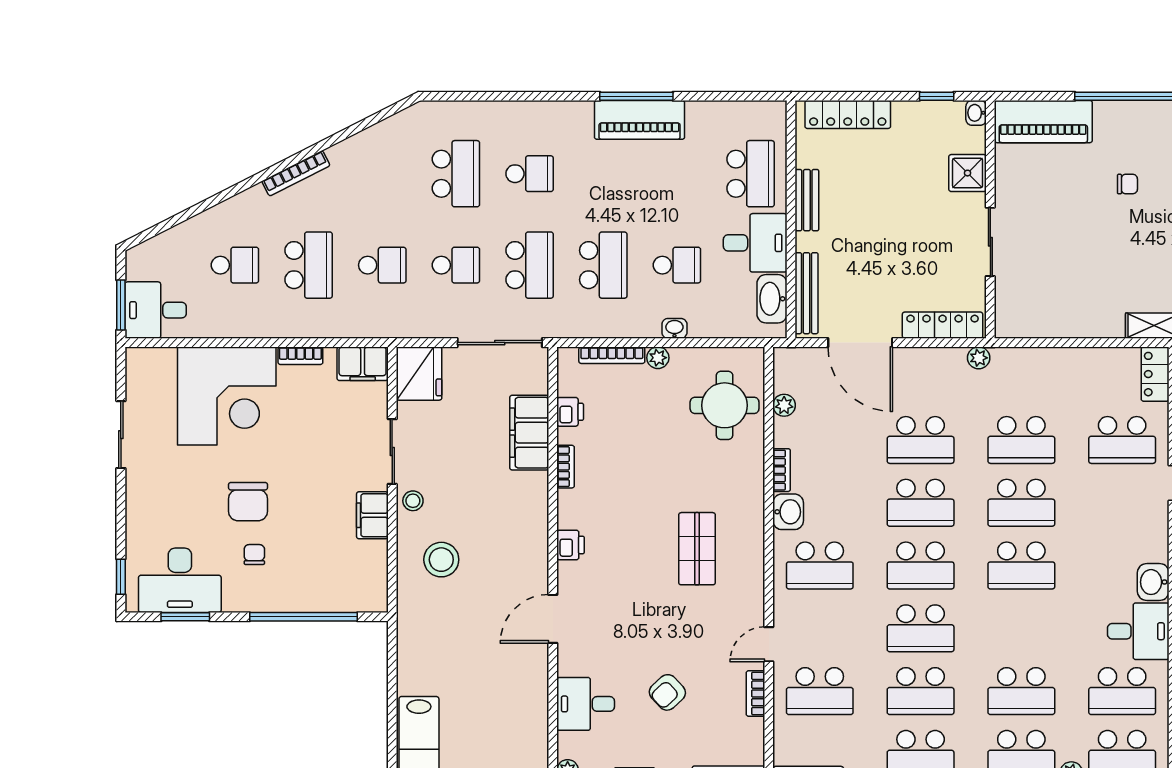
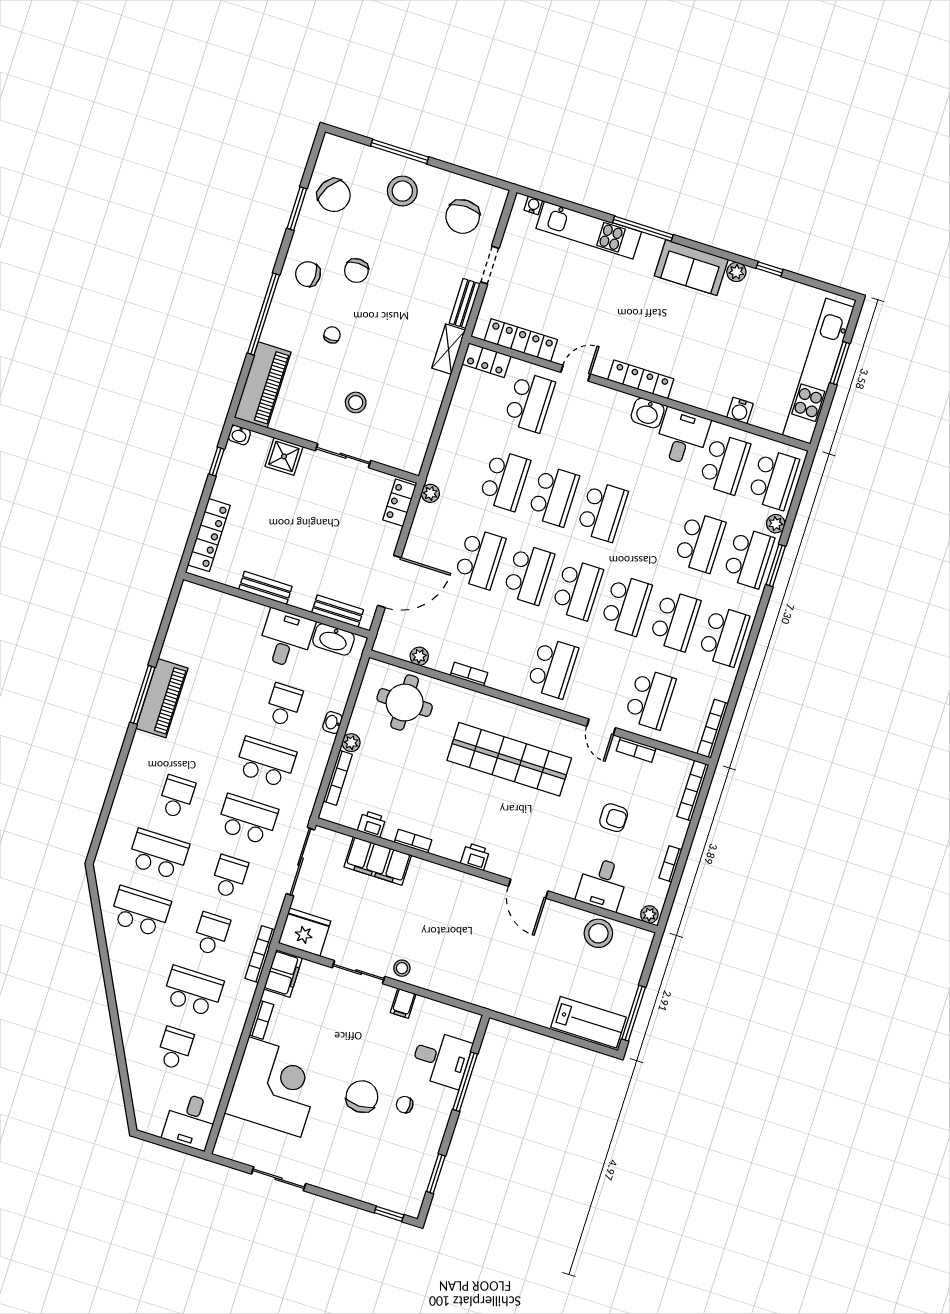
bookcase: (296, 173) -> (260, 954), moved, turned -153
school desk: (751, 174) -> (140, 911), moved
stool: (1057, 237) -> (356, 403), added
bench: (806, 293) -> (338, 611), width x0.73
window: (121, 305) -> (178, 1147), removed
locker: (943, 325) -> (399, 503), width x0.66
chair: (248, 502) -> (362, 1097), turned -90
washbasin: (788, 512) -> (503, 679), removed
filing cabinet: (372, 515) -> (403, 1003), width x0.50
shop shelf: (697, 549) -> (509, 759), width x2.00, depth x1.36
stool: (441, 560) -> (598, 933), moved
desk: (180, 580) -> (441, 1059), moved, width x0.73
window: (304, 617) -> (465, 1082), width x0.68
armchair: (667, 692) -> (614, 818), turned -47

